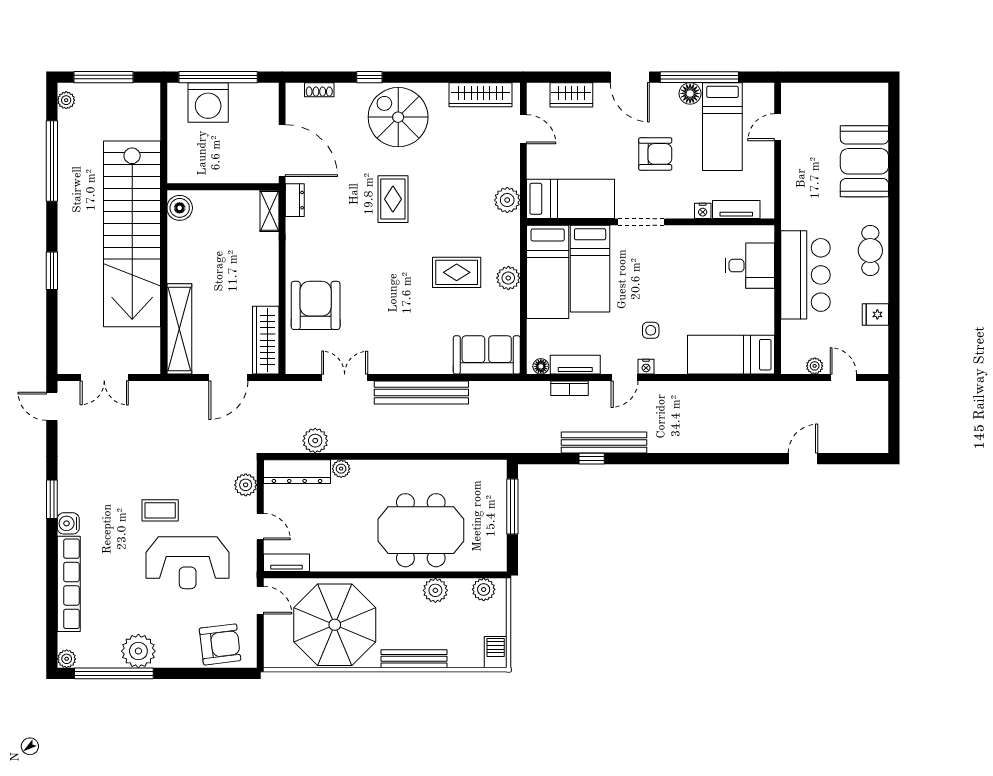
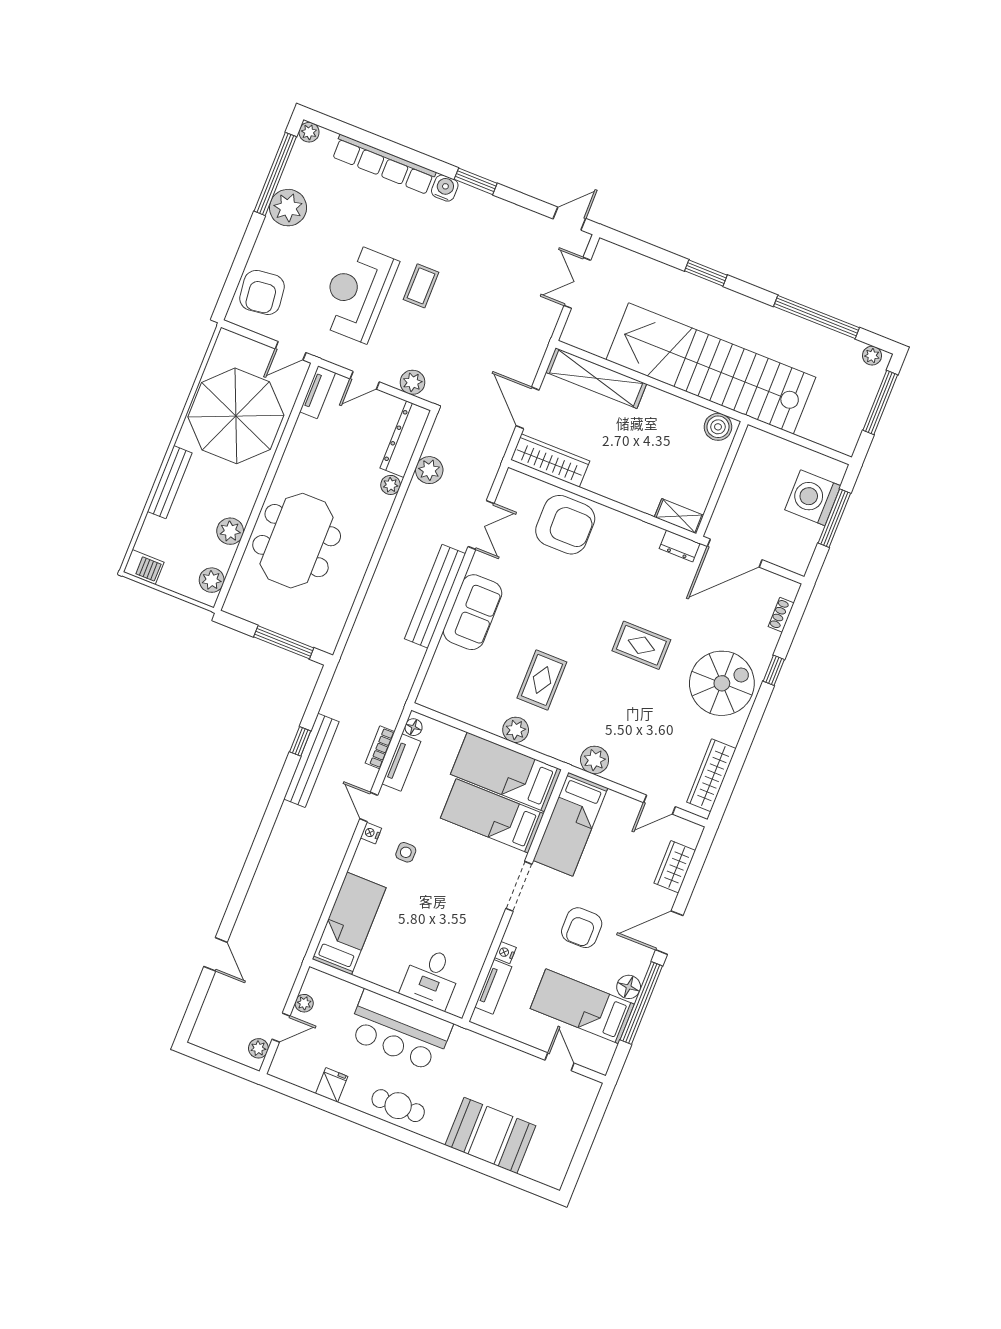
window: (218, 77) -> (834, 518), width x0.68
sofa: (487, 355) -> (473, 612), moved
plant: (869, 390) -> (258, 1048), added

